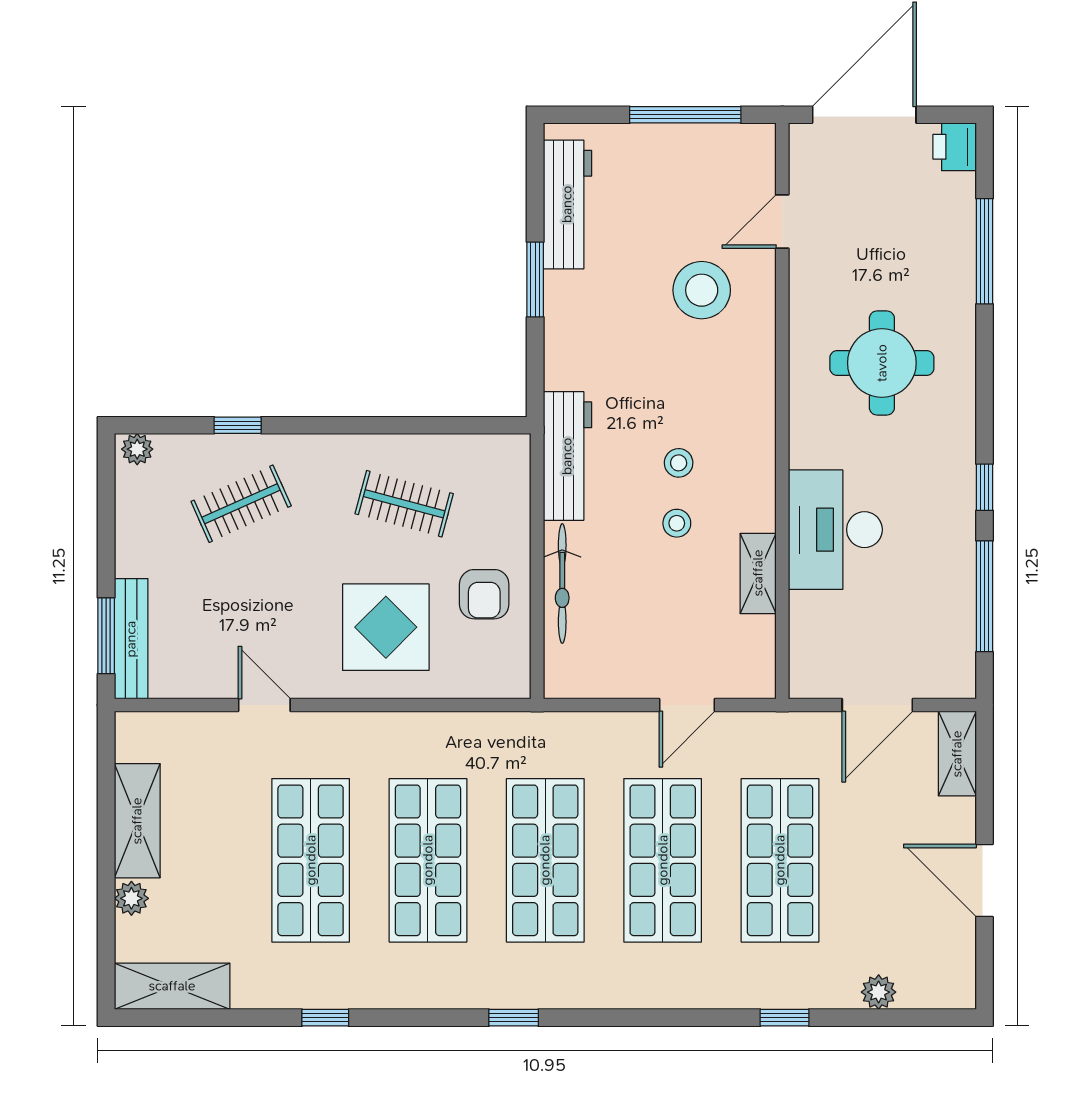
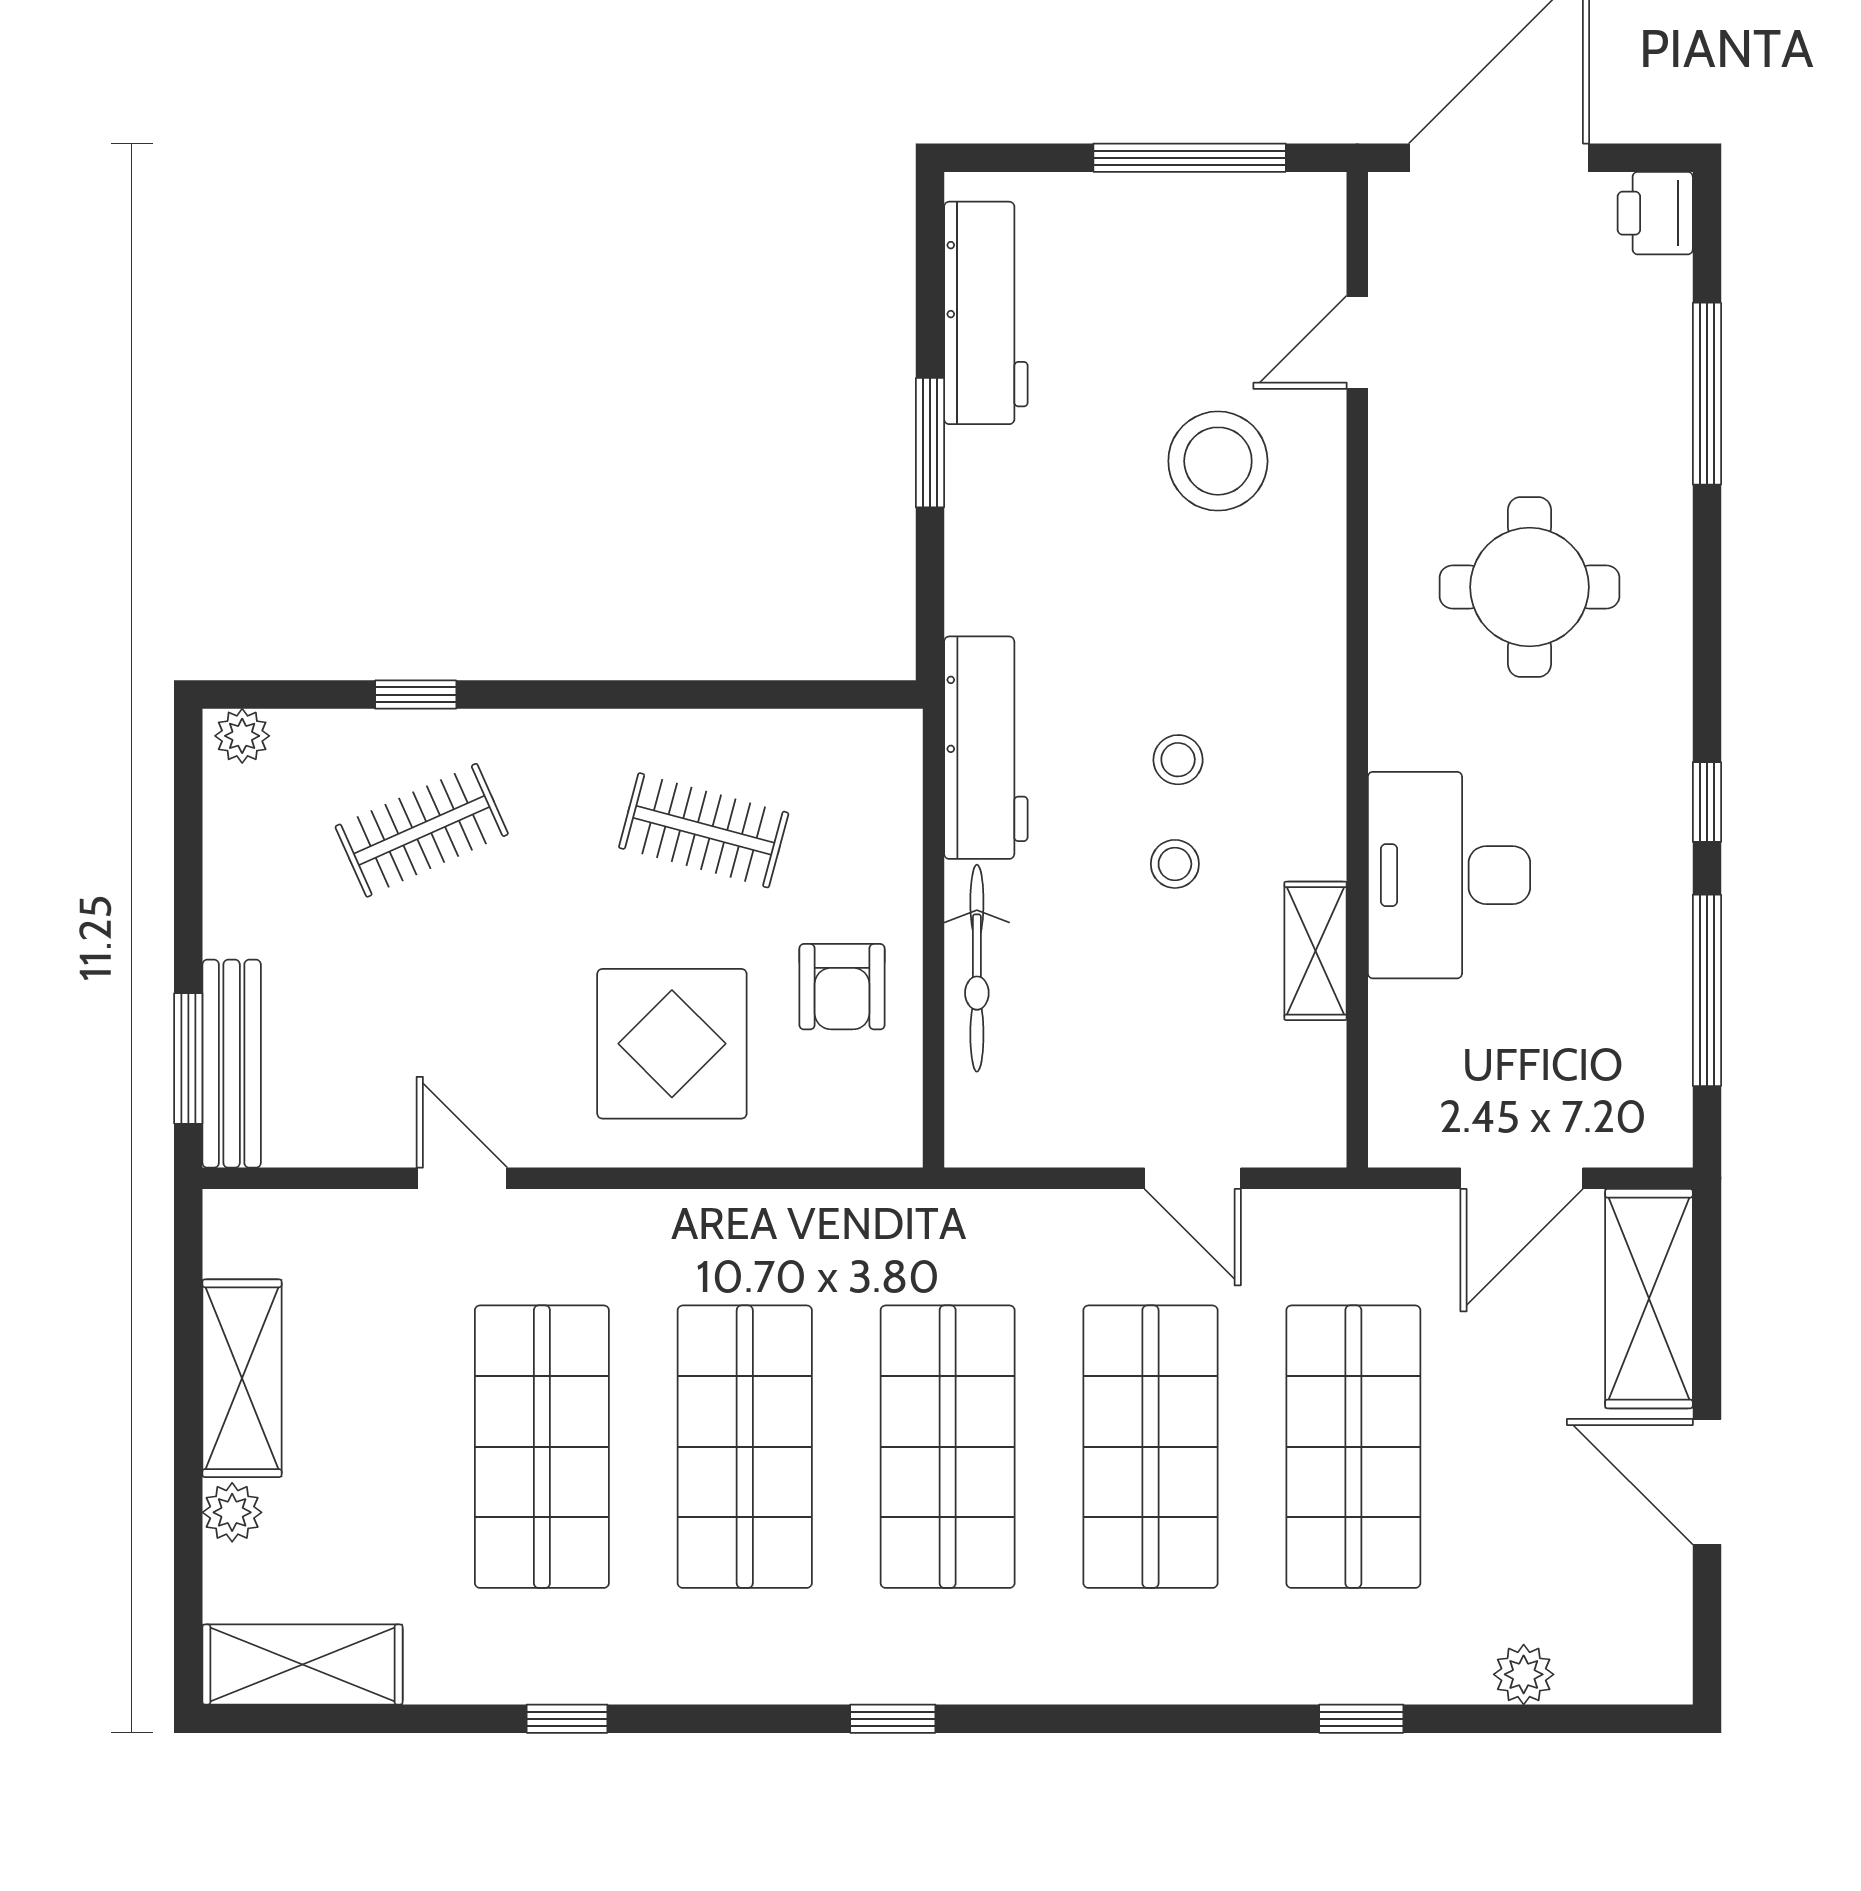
door: (687, 705) -> (1193, 1178), hinge flipped
shelving: (957, 754) -> (1649, 1299), width x1.50, depth x1.33

